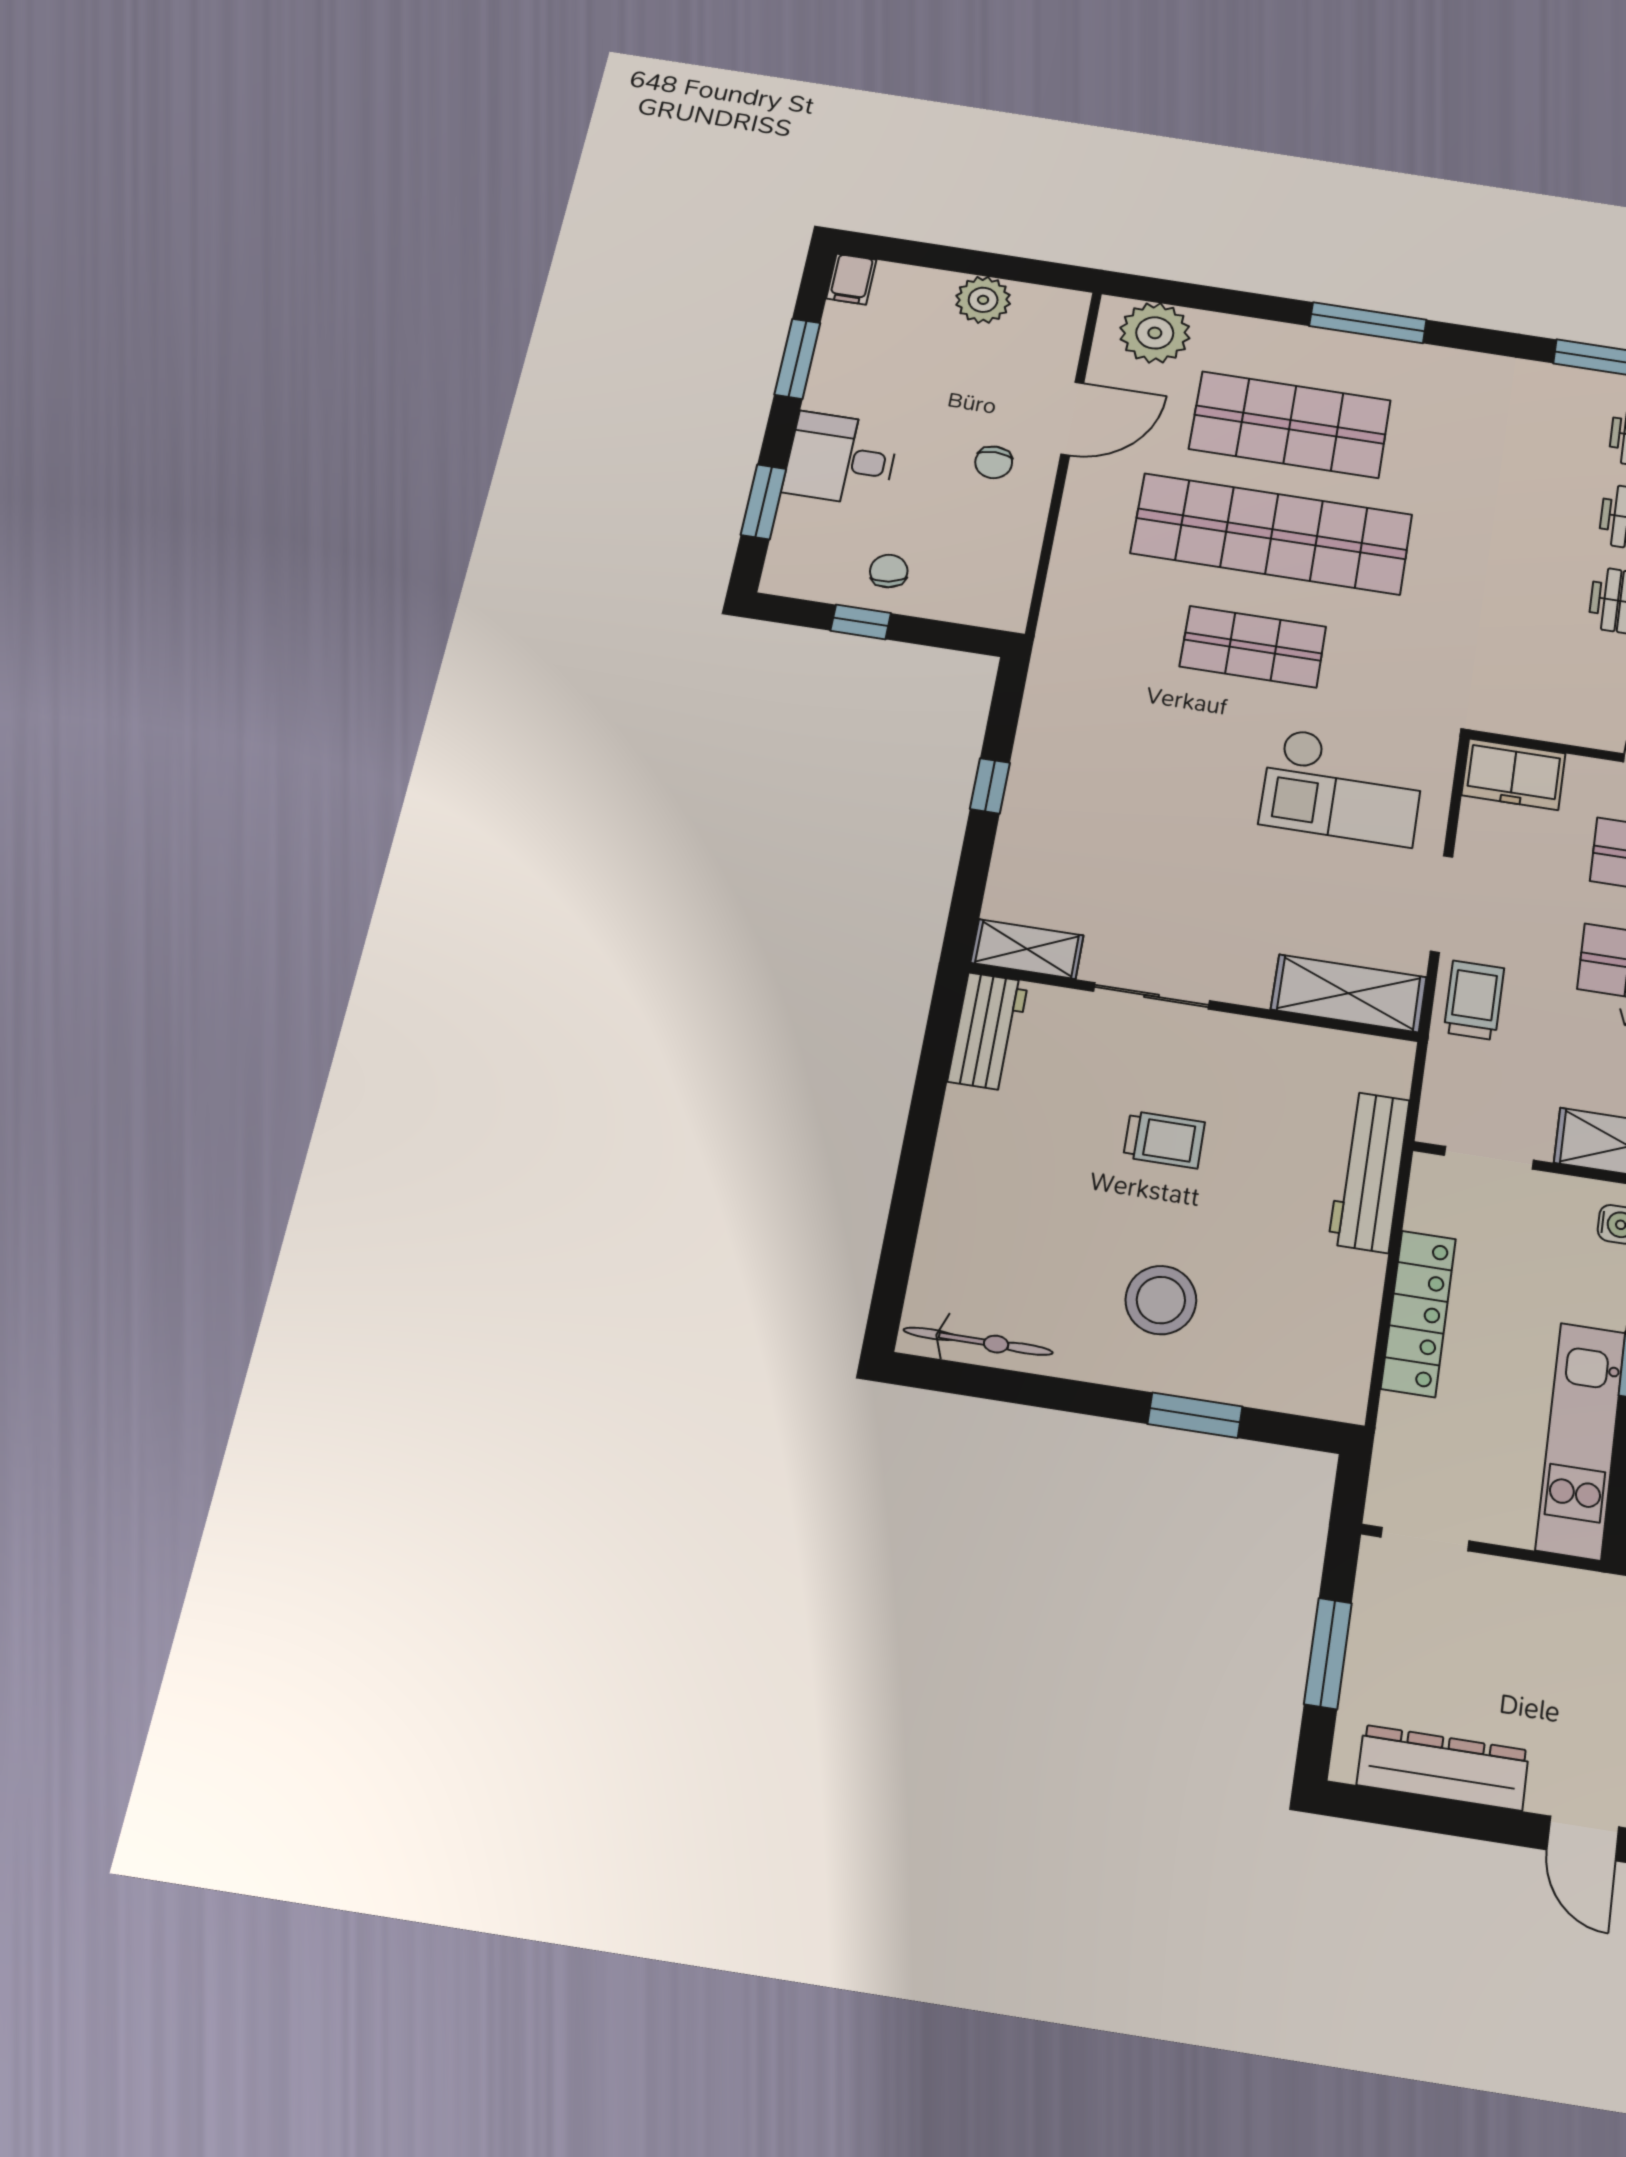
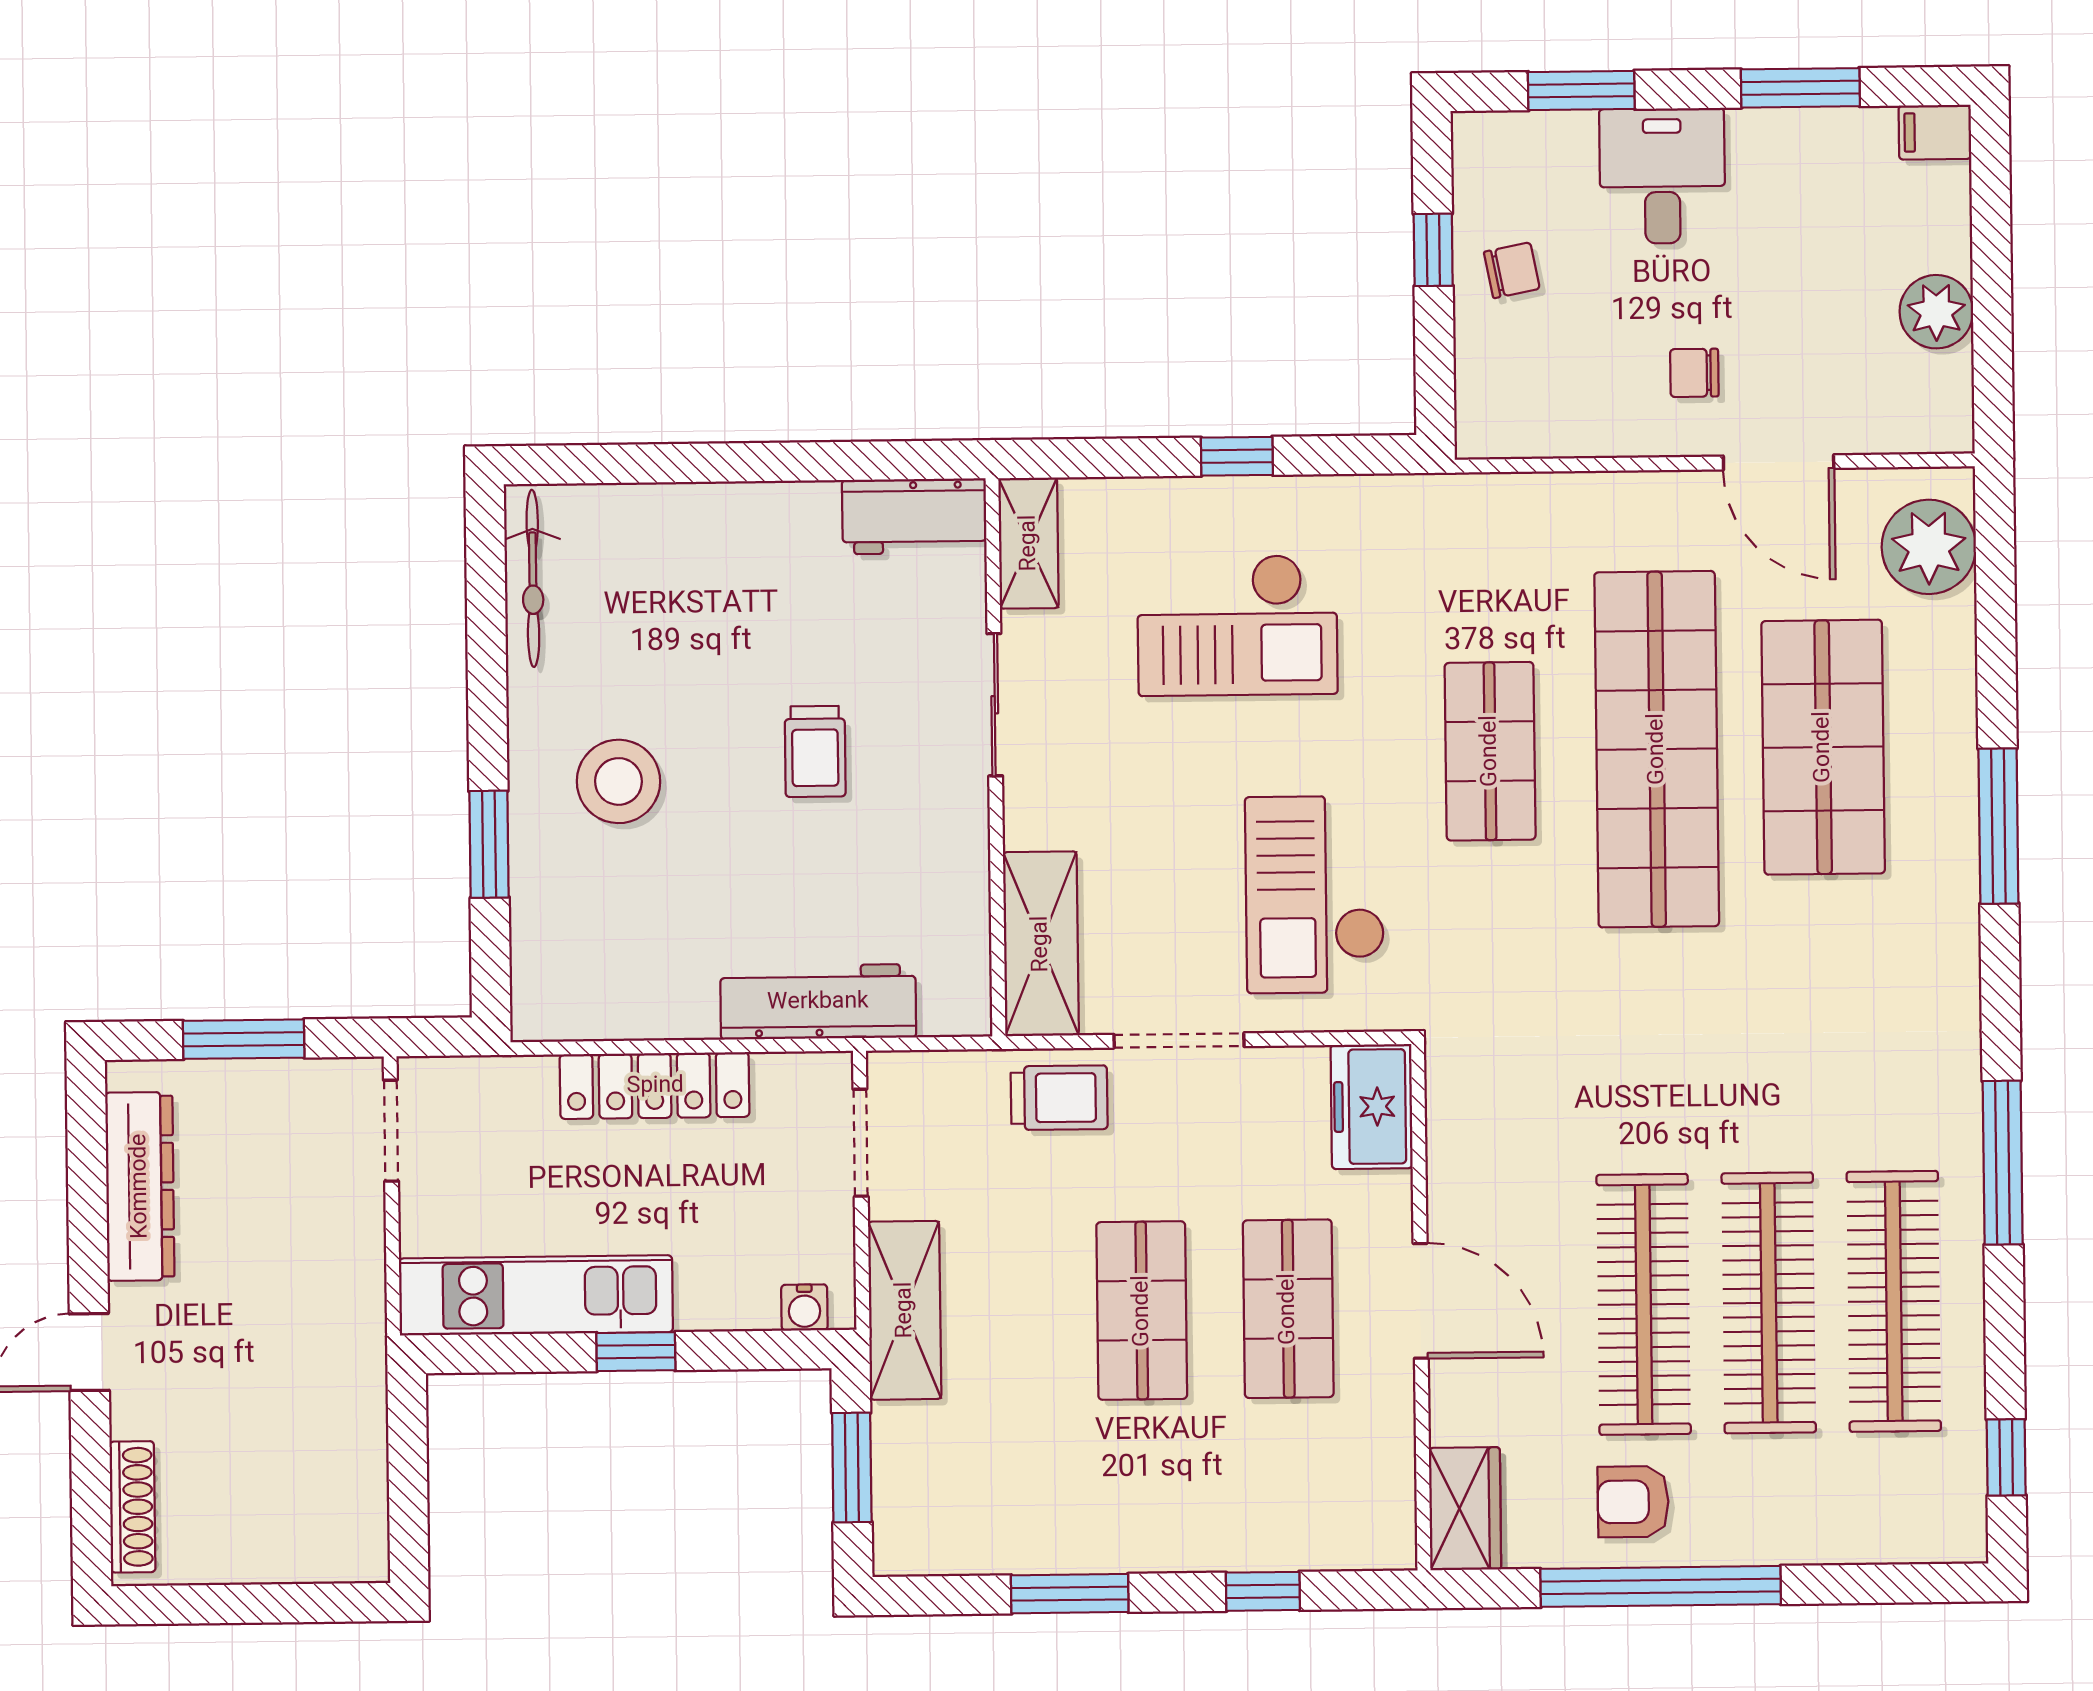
checkout: (1122, 807) -> (1237, 625), added

